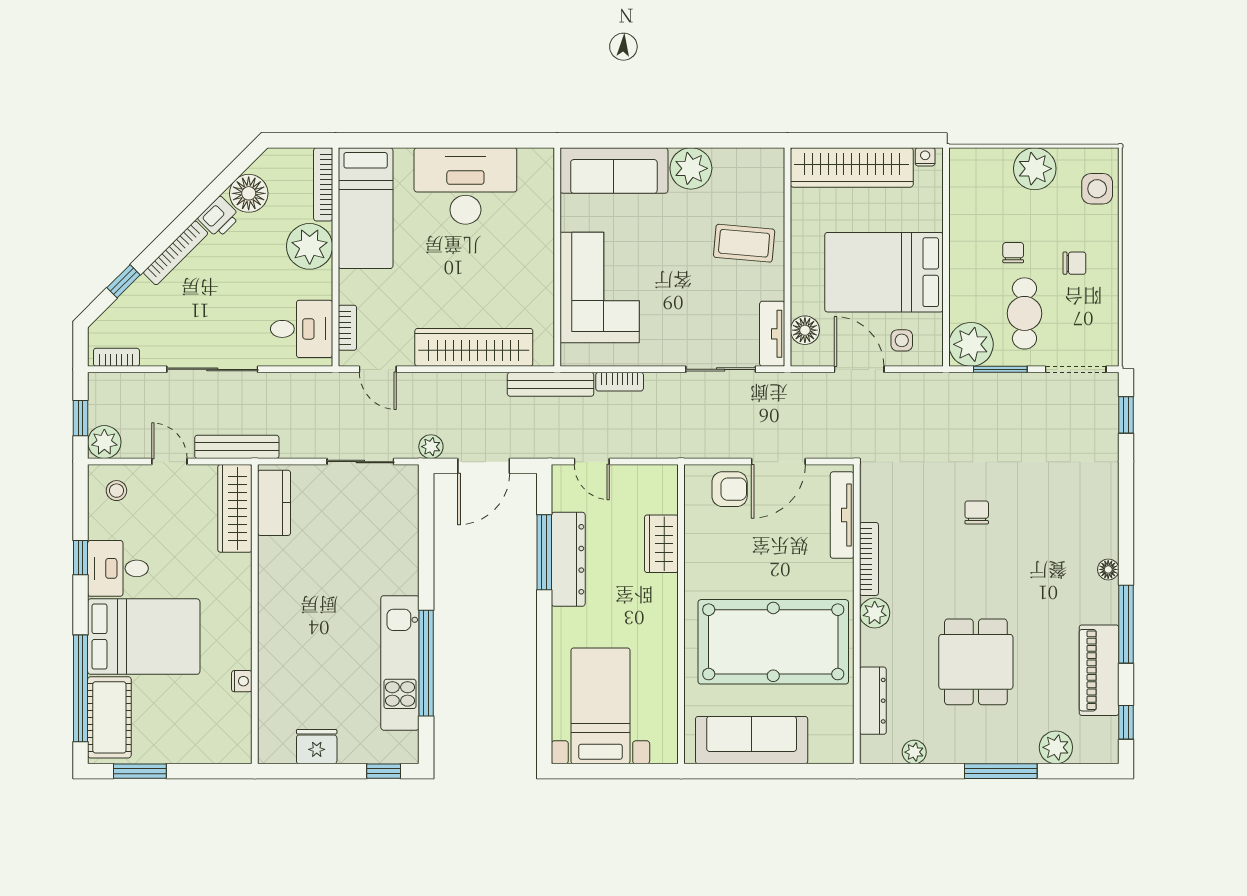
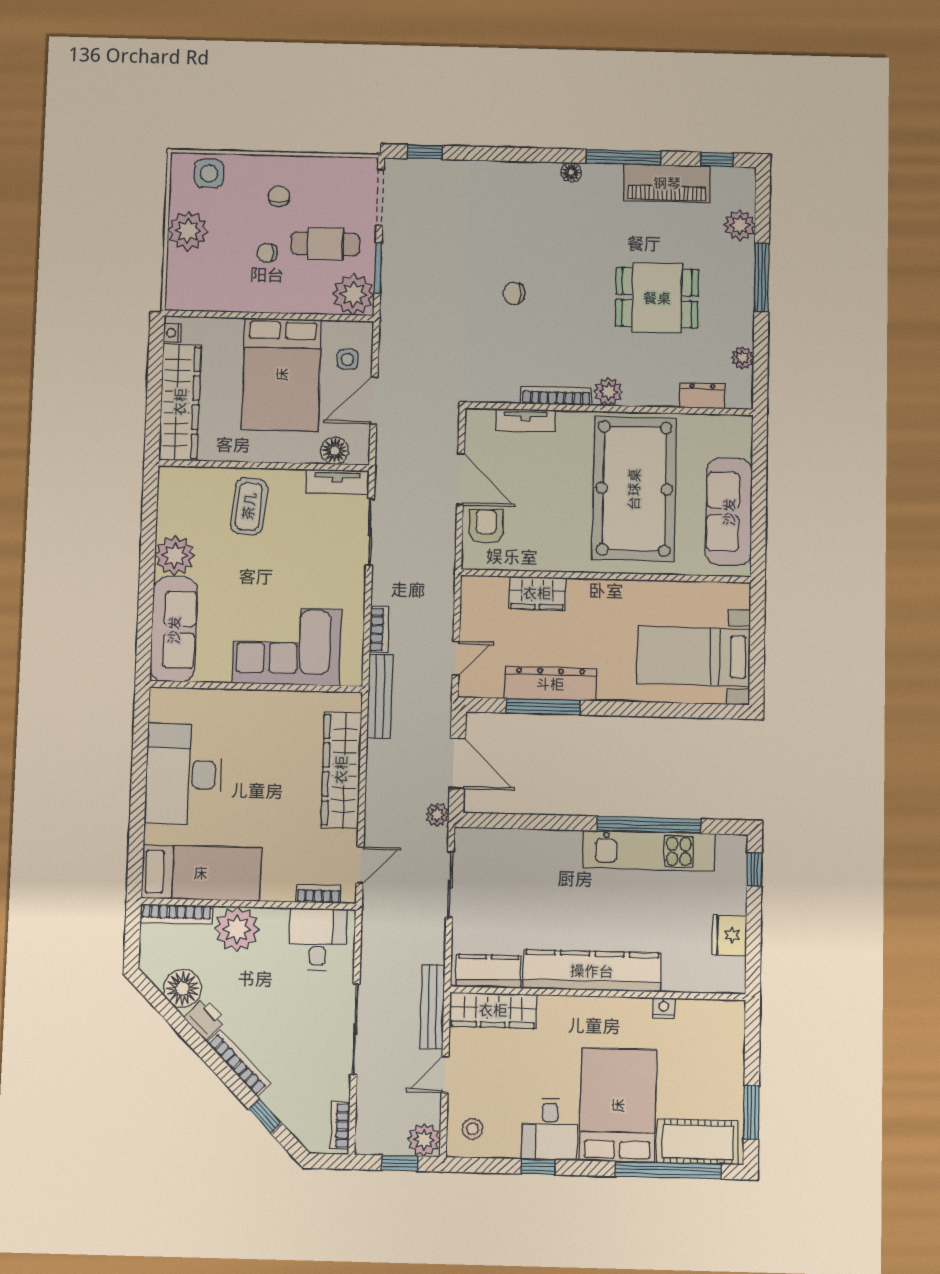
tv unit: (842, 515) -> (526, 420), width x0.71
kitchen counter: (277, 608) -> (592, 971), added
dresser: (873, 701) -> (702, 396), width x0.70

